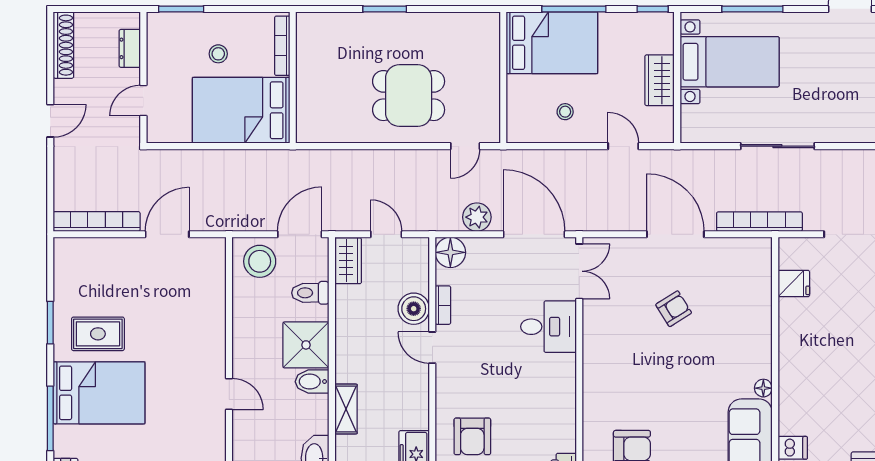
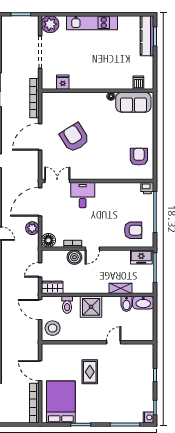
armchair: (674, 309) -> (74, 138), width x1.88, depth x1.88
rug: (98, 334) -> (90, 372), moved
bidet: (312, 382) -> (126, 304), moved
bed: (99, 393) -> (61, 402), moved

